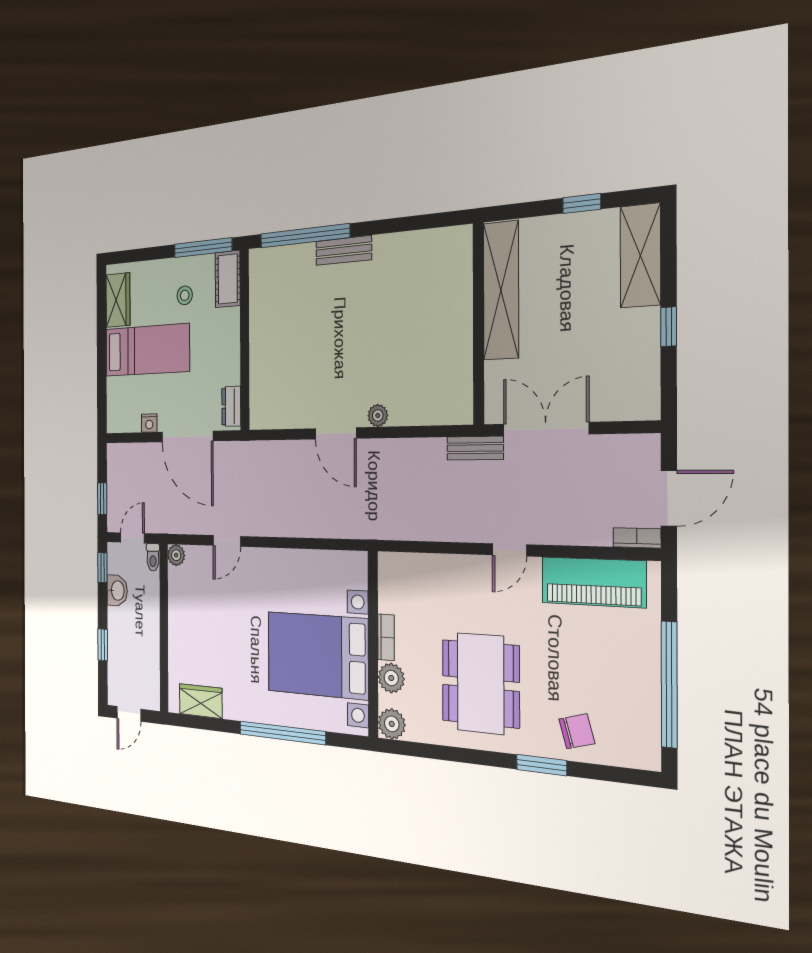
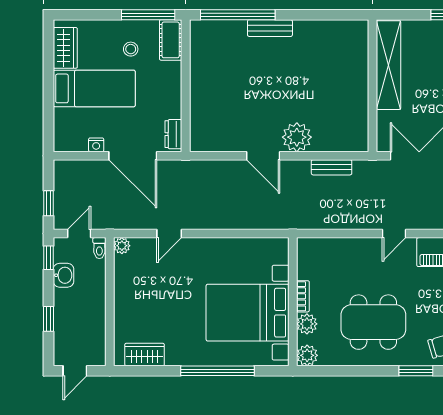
plant: (378, 416) -> (297, 137), width x1.88, depth x1.88
bench: (475, 448) -> (332, 167), moved
dining table: (481, 683) -> (373, 322), turned 90

